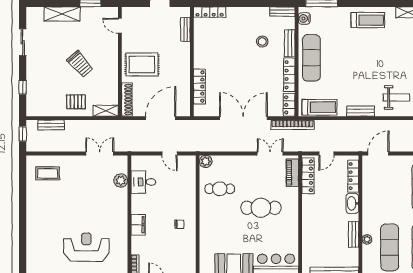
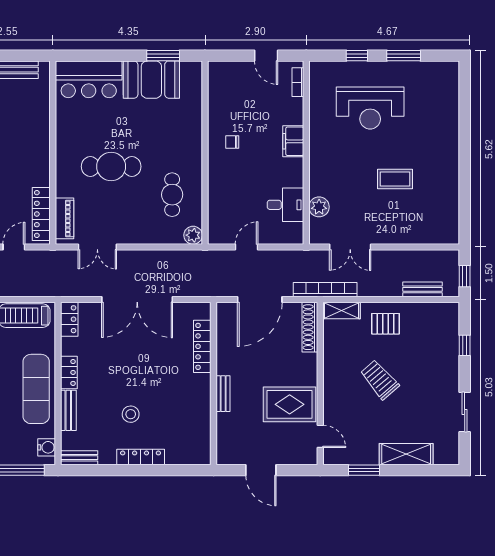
locker: (210, 12) -> (141, 457), moved
bench: (185, 30) -> (223, 394), moved
stool: (262, 42) -> (131, 414), moved
rug: (142, 64) -> (290, 404), moved
locker: (289, 75) -> (69, 372), width x0.66
bookcase: (293, 125) -> (325, 290), moved
door: (170, 153) -> (247, 247), hinge flipped
coffee table: (48, 173) -> (395, 179), moved
cafe table: (220, 189) -> (172, 195), turned 90

